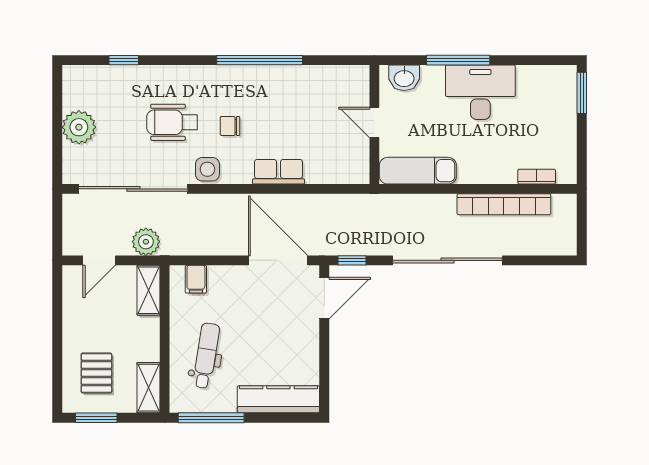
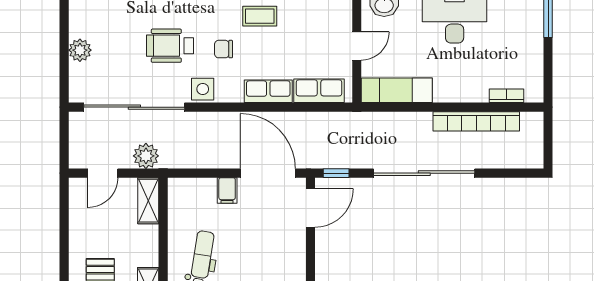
coffee table: (269, 90) -> (260, 16), added
door: (374, 123) -> (357, 46), swing flipped
plant: (79, 127) -> (80, 50), width x0.73, depth x0.73
row of seats: (334, 171) -> (319, 91), added
filing cabinet: (196, 279) -> (227, 190), moved

